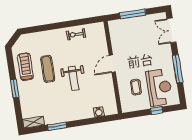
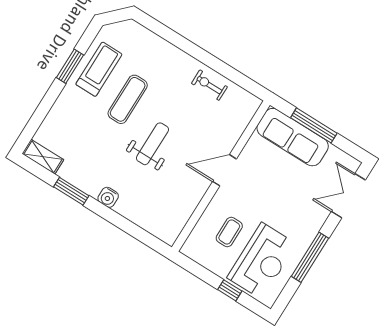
sofa: (128, 26) -> (293, 137), added
weight bench: (73, 78) -> (152, 144), turned 180
window: (15, 89) -> (70, 66), moved
water cooler: (99, 112) -> (108, 197), moved

